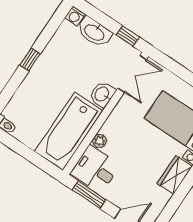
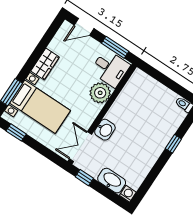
window: (30, 59) -> (173, 144), moved
bathtub: (69, 131) -> (132, 99), removed
plant: (99, 141) -> (100, 93), width x1.87, depth x1.87

